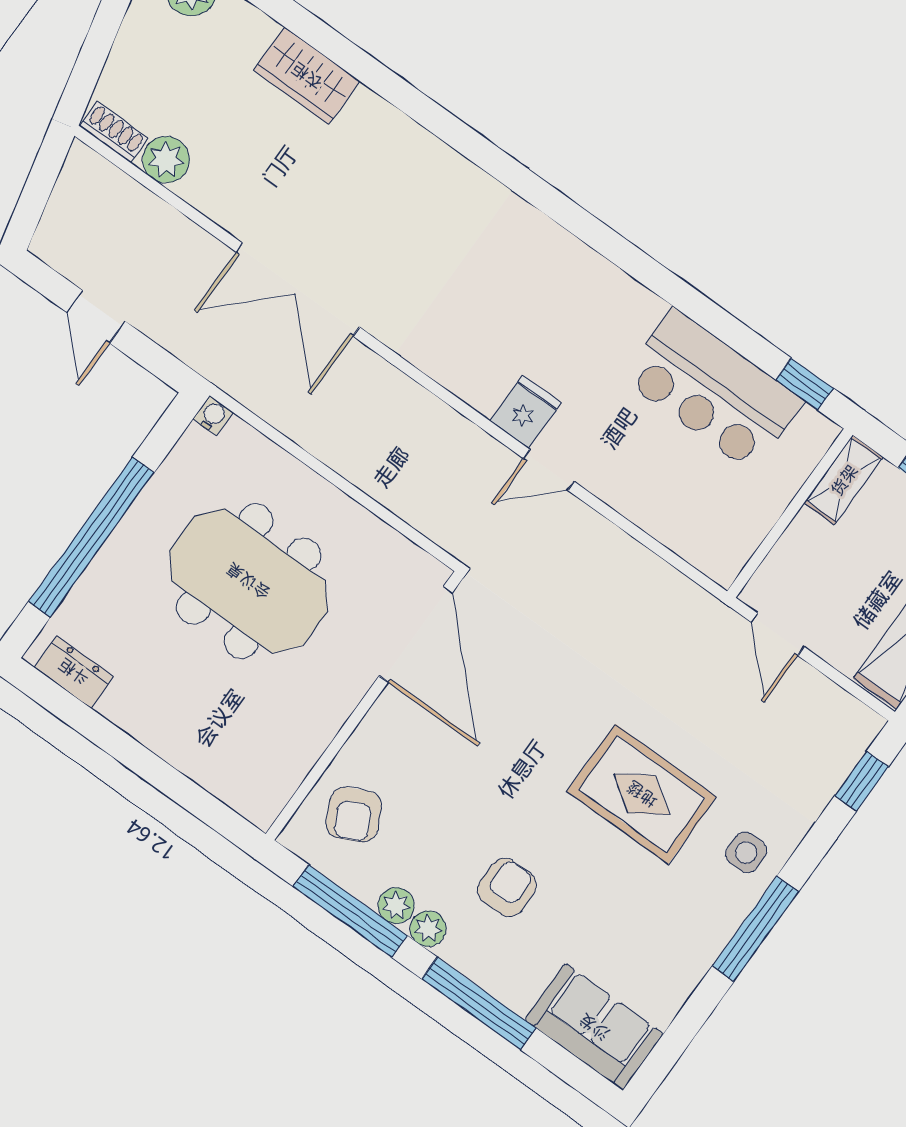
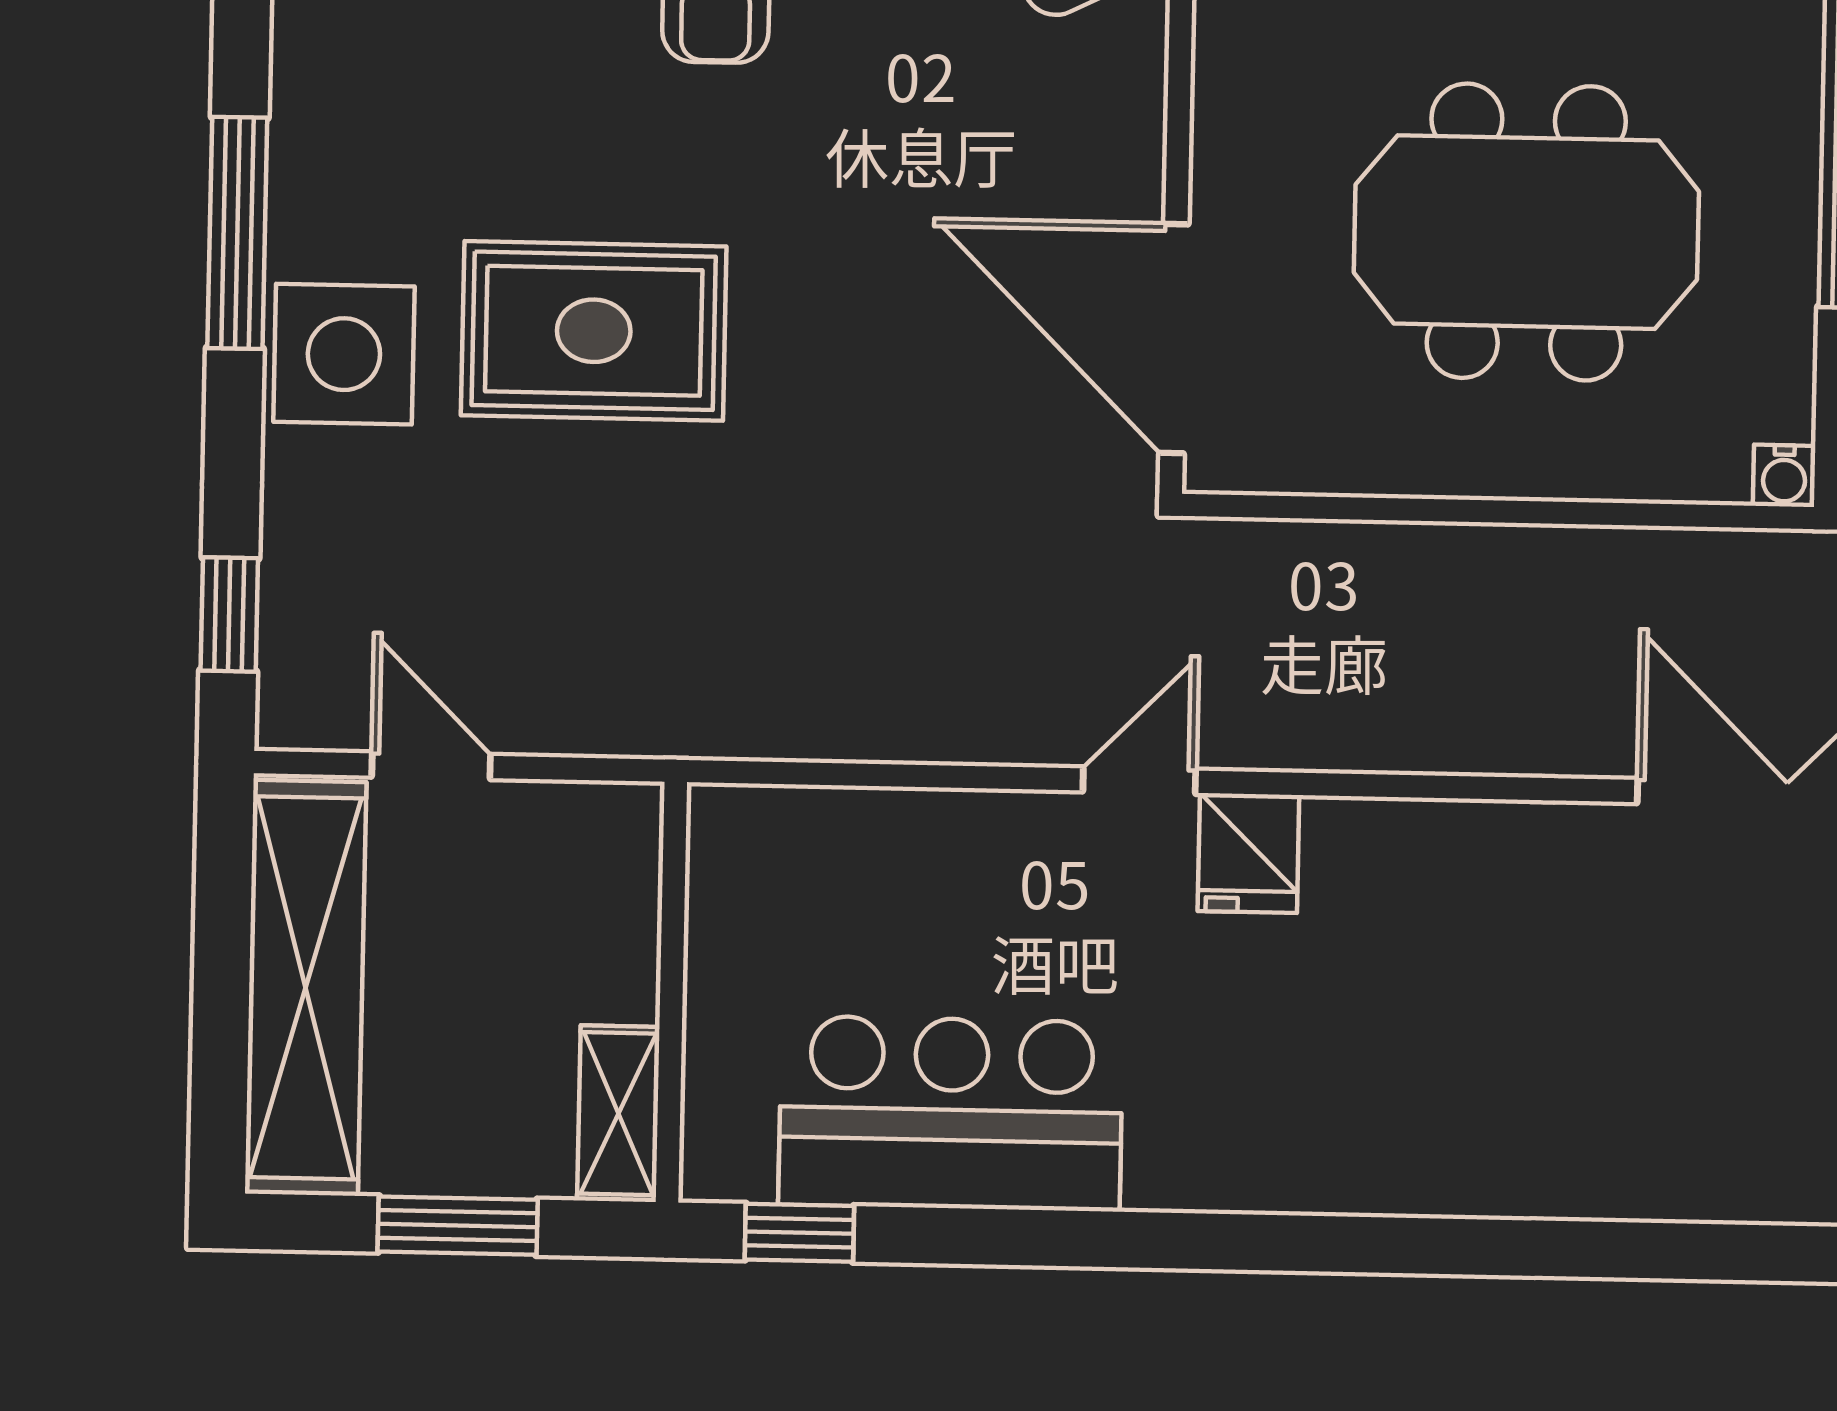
door: (778, 634) -> (431, 766), moved
side table: (746, 852) -> (344, 354), width x1.87, depth x1.87

